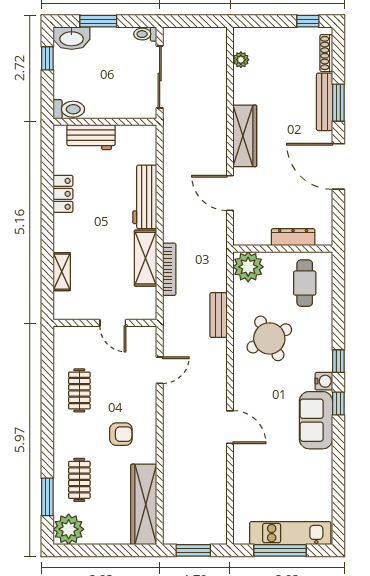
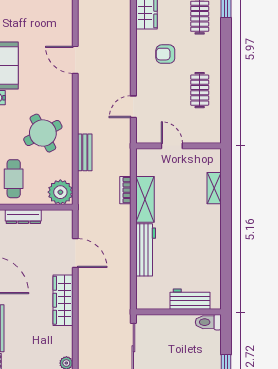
locker: (63, 194) -> (213, 252), removed
bookcase: (169, 269) -> (125, 190), width x0.64

